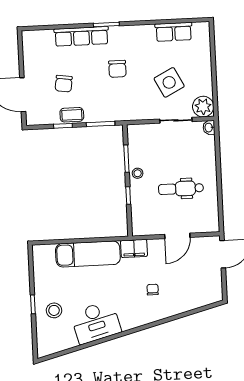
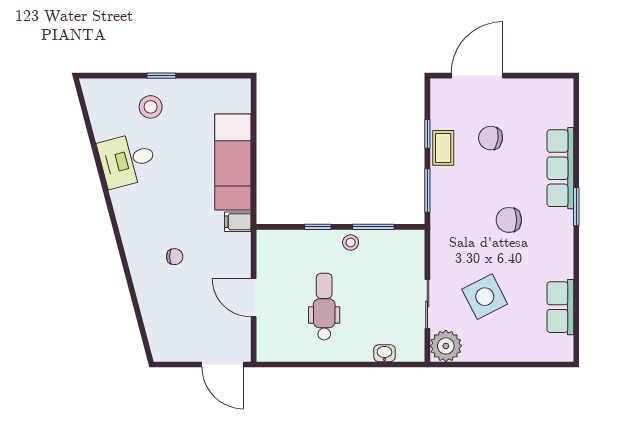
washbasin: (209, 128) -> (384, 353), moved
filing cabinet: (134, 248) -> (238, 222), width x0.50
desk: (96, 322) -> (127, 160), width x0.73

